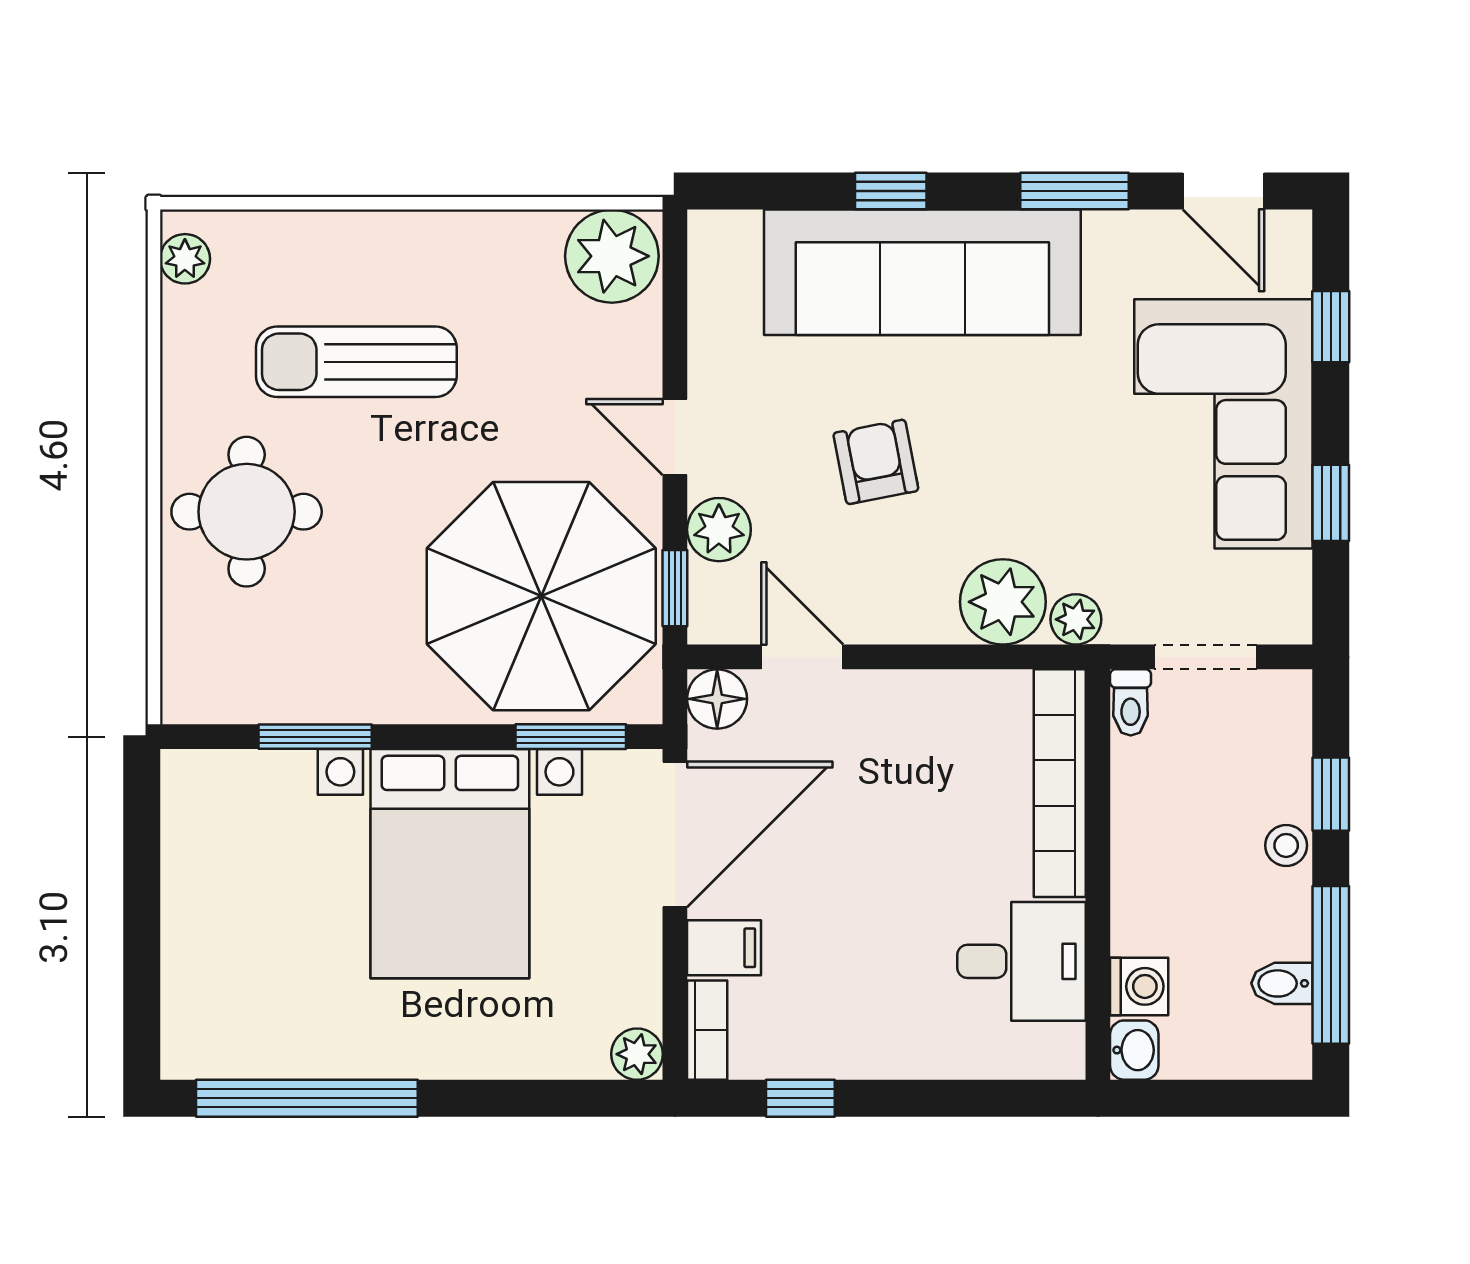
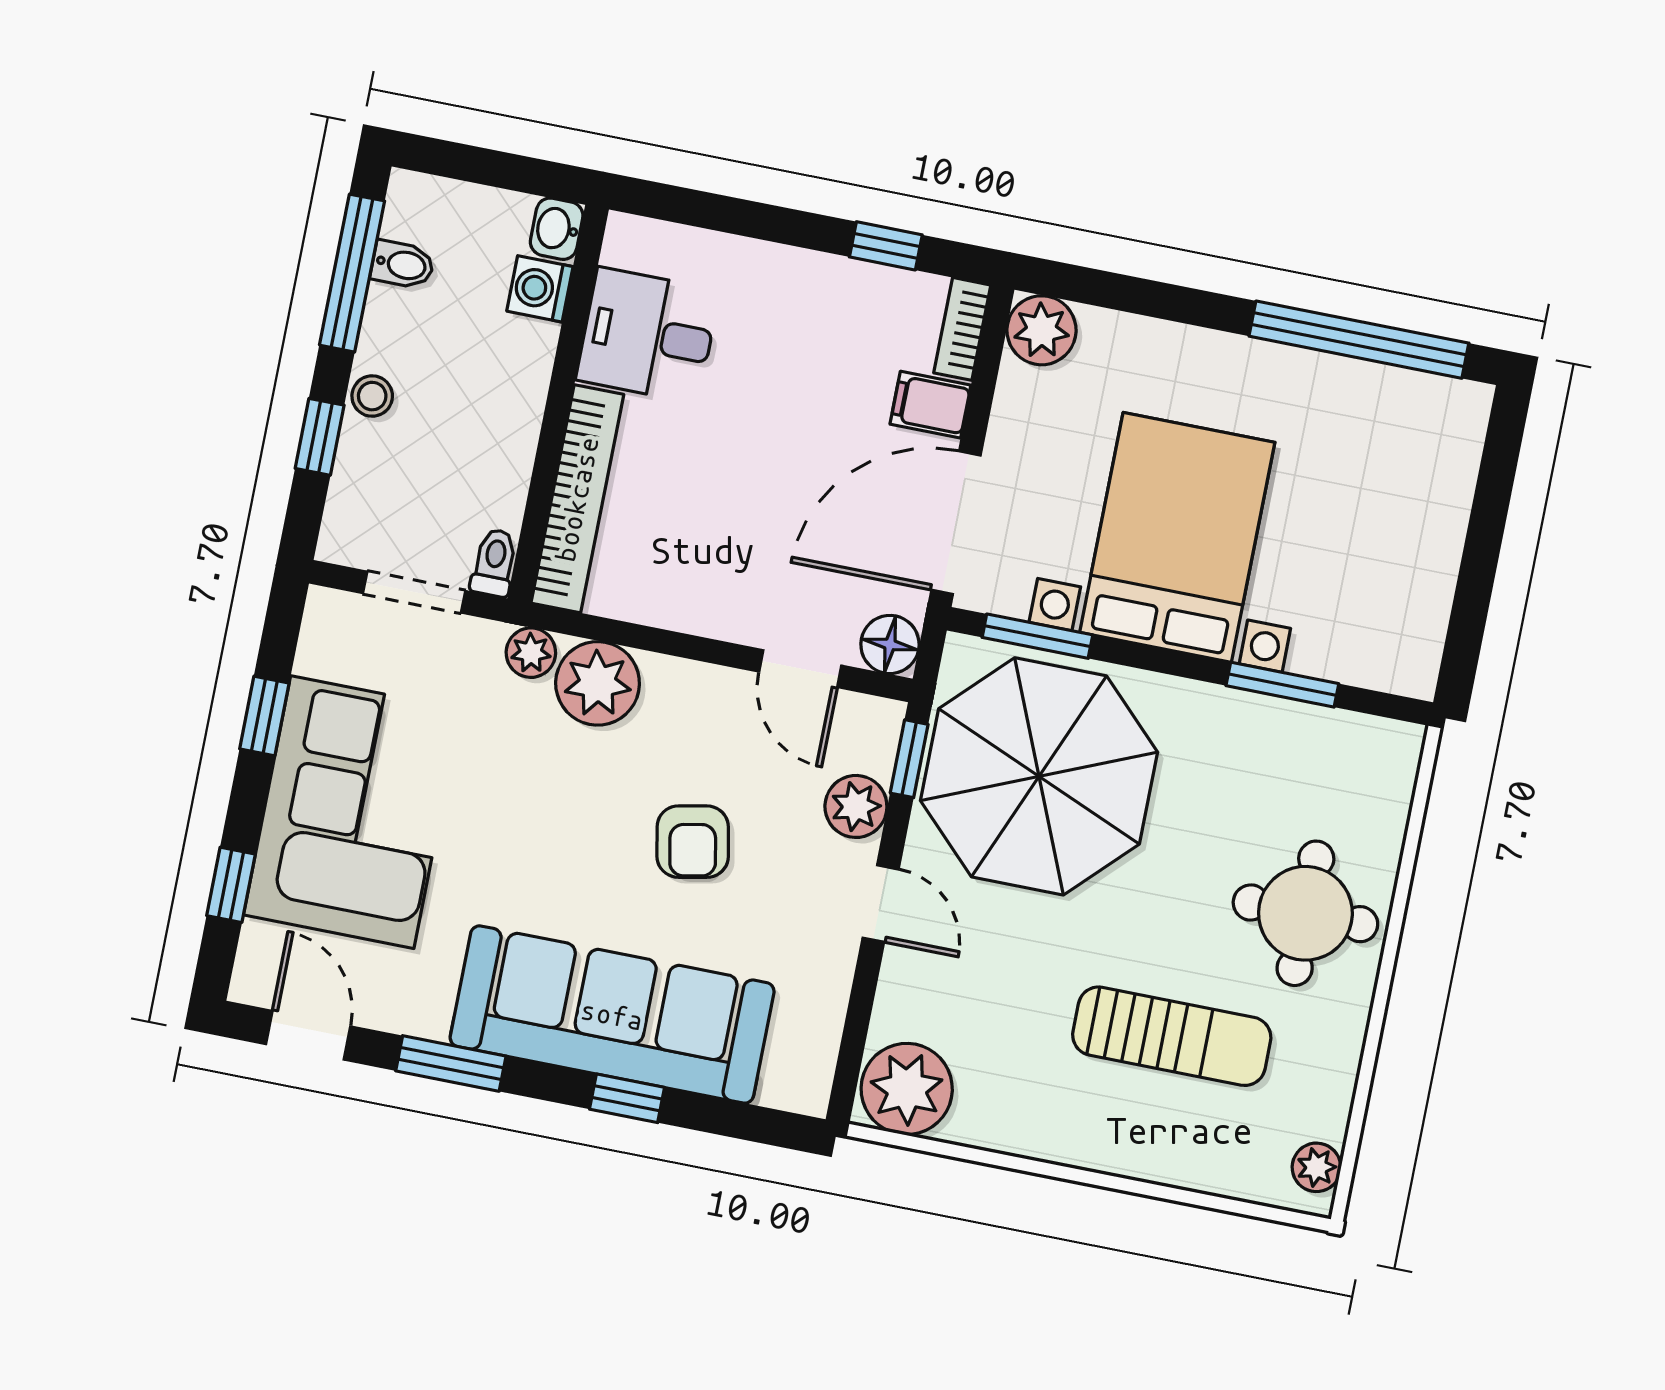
plant: (637, 1054) -> (1041, 330), width x1.38, depth x1.38

